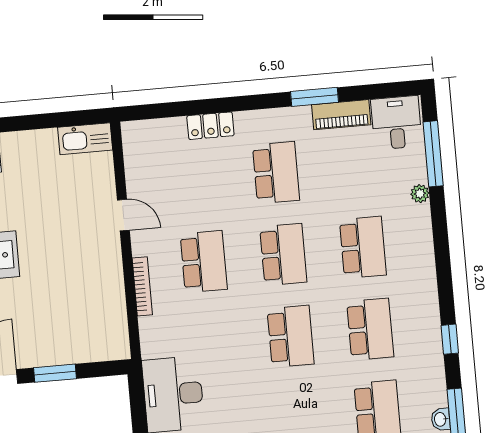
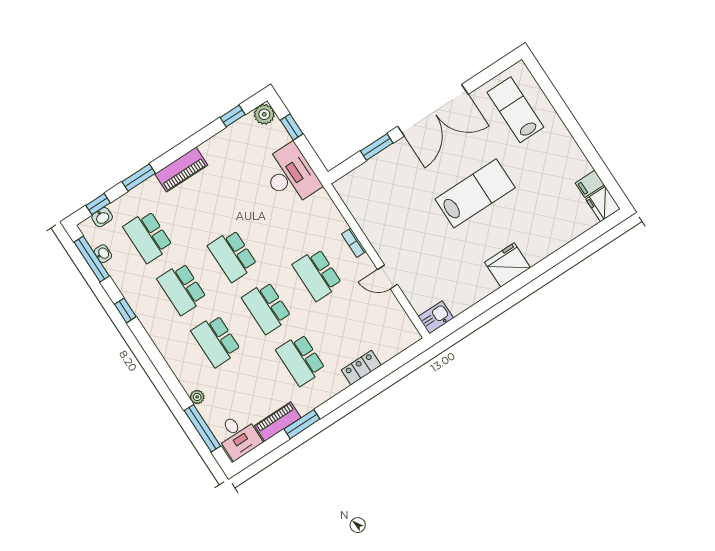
kitchen sink: (85, 139) -> (436, 317), width x0.73
bookcase: (142, 286) -> (354, 243), width x0.64

